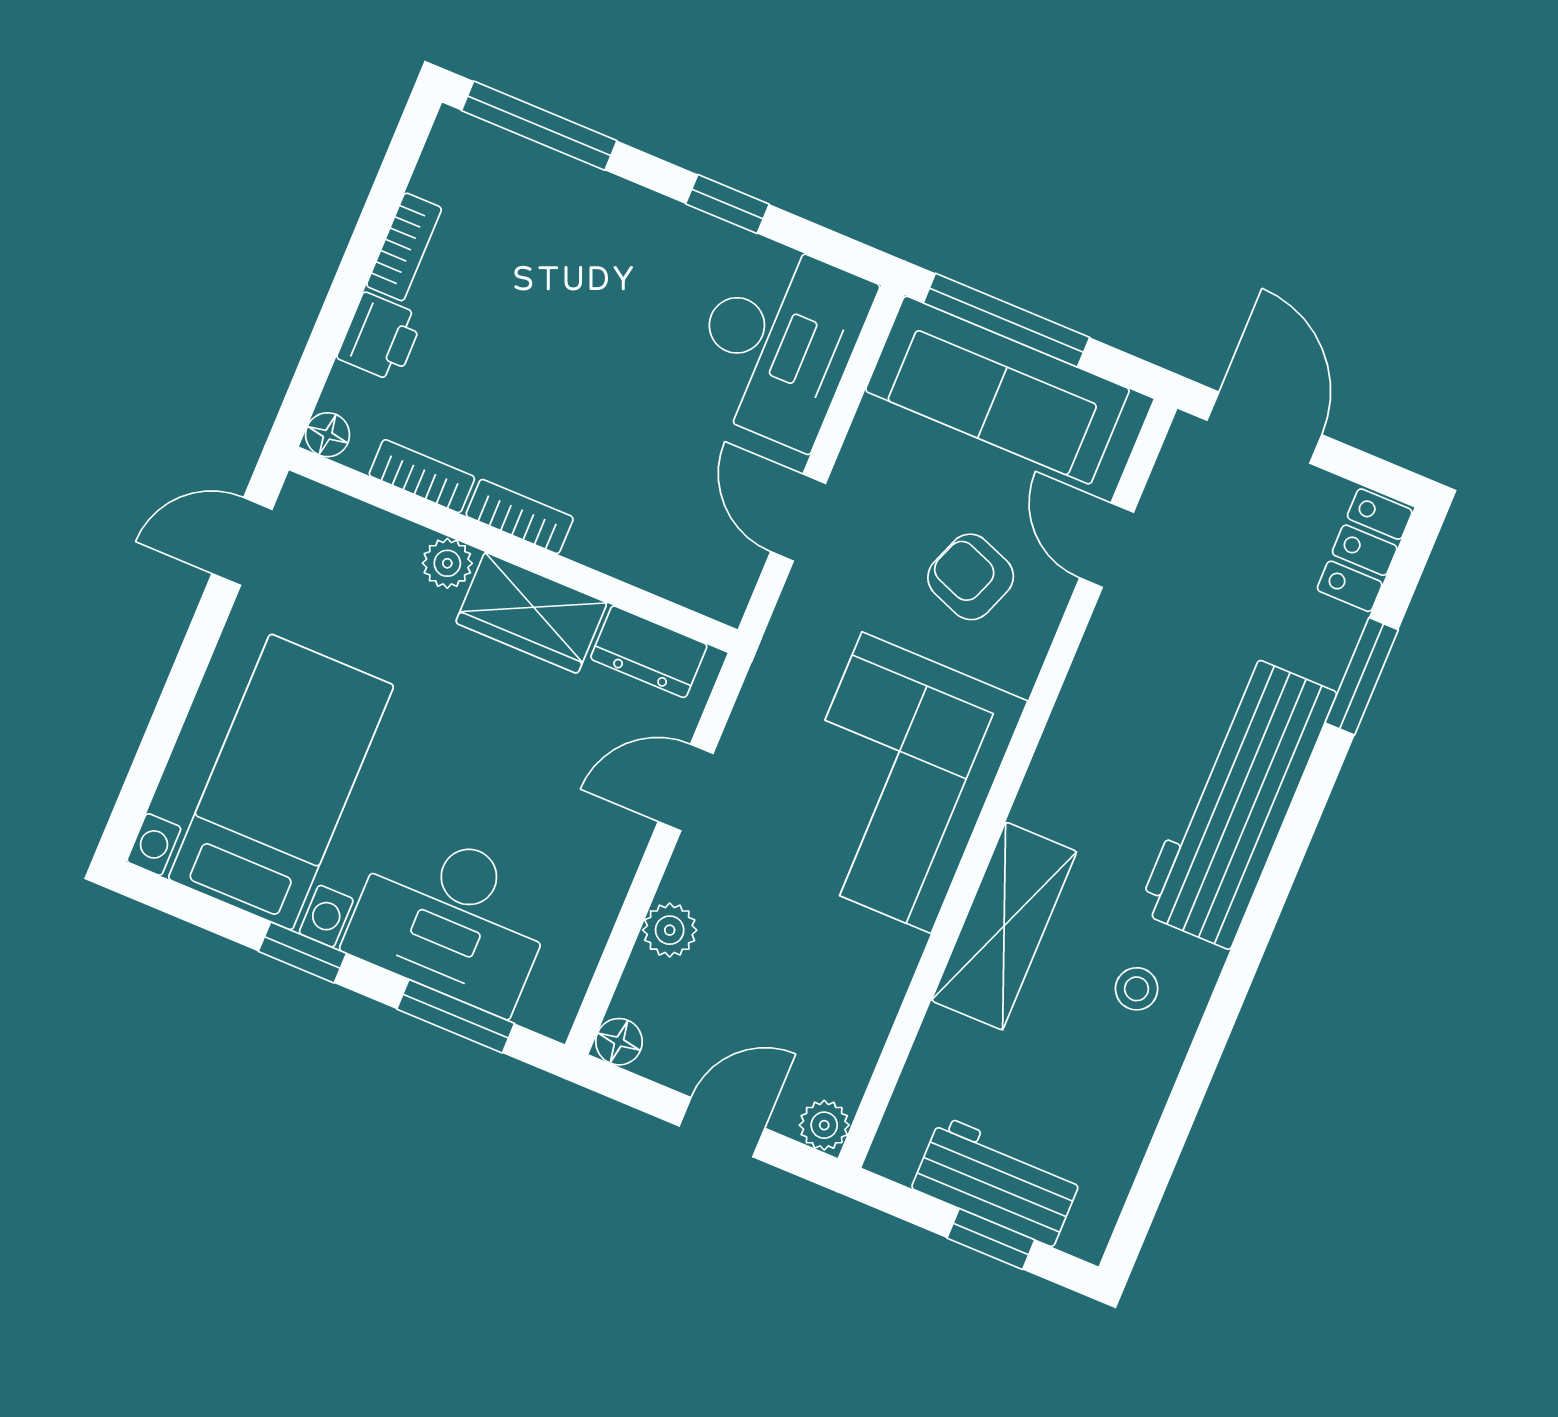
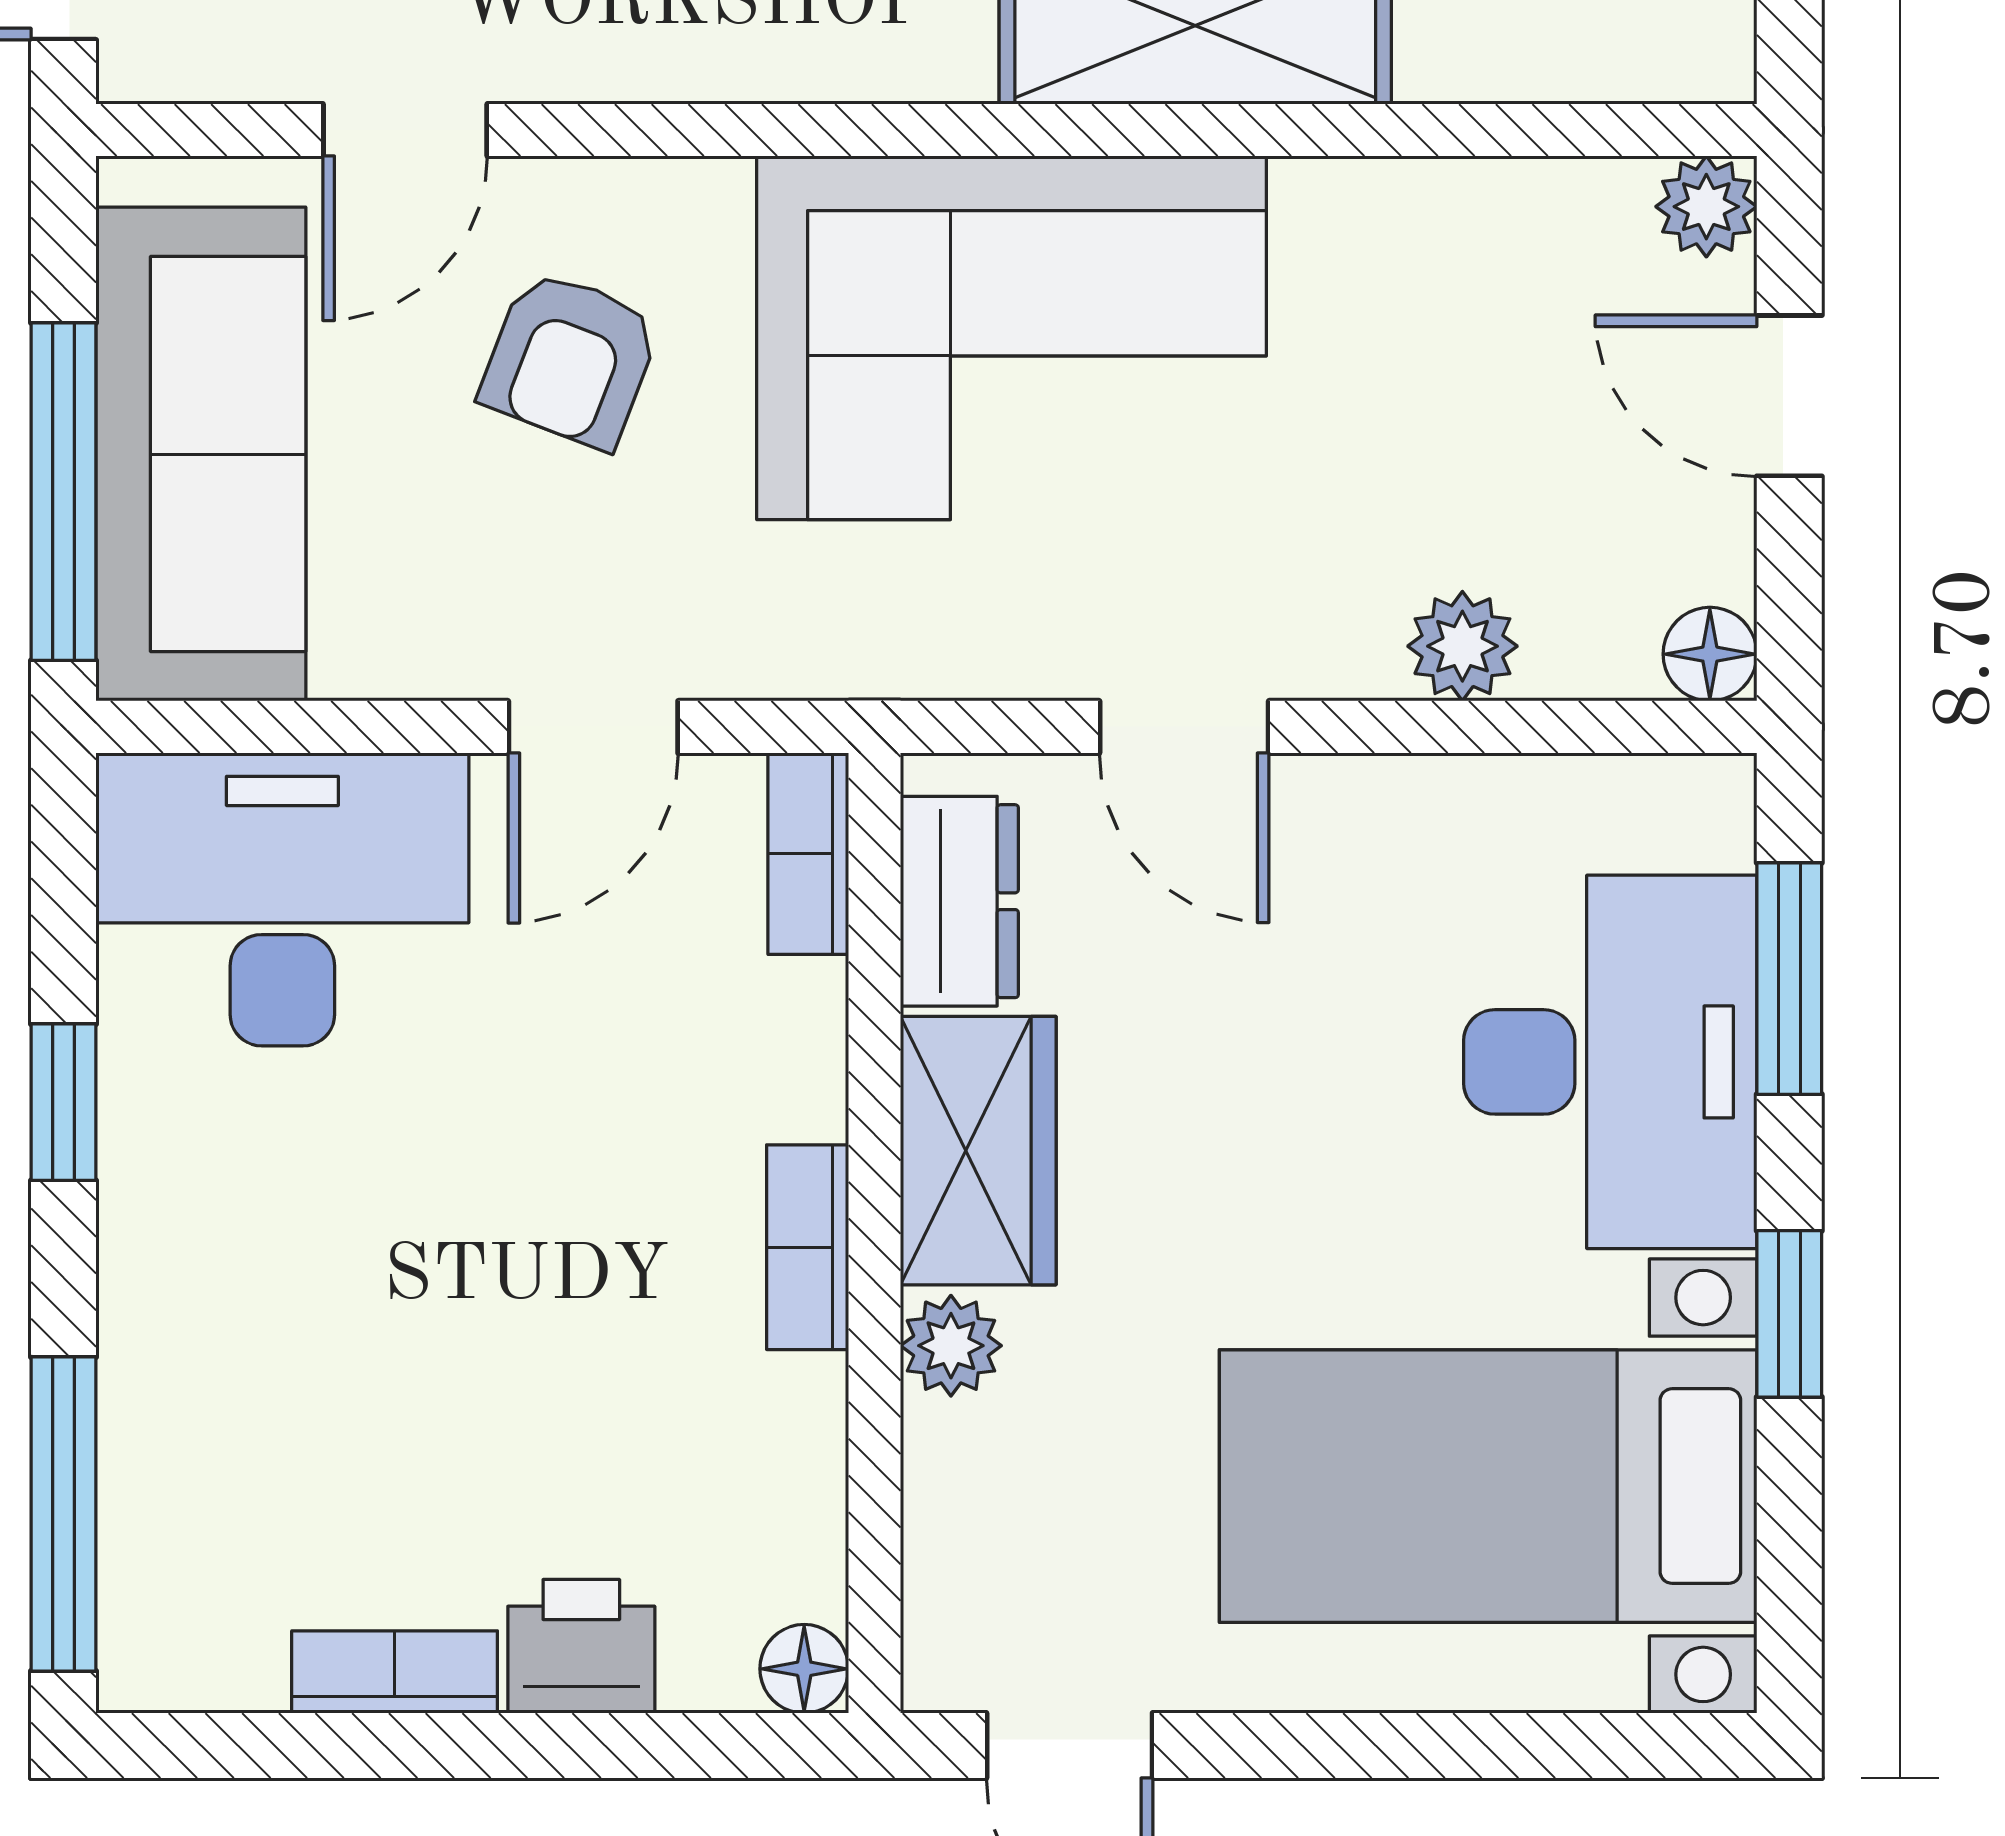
bookcase: (422, 476) -> (808, 854), moved

